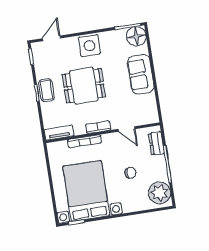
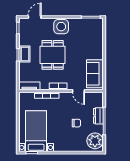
floor lamp: (136, 36) -> (96, 25), removed
sofa: (141, 74) -> (95, 74), moved
dining table: (84, 86) -> (53, 55), turned 90
dresser: (156, 143) -> (98, 116), moved
bed with nightstands: (86, 191) -> (36, 131), width x0.73

